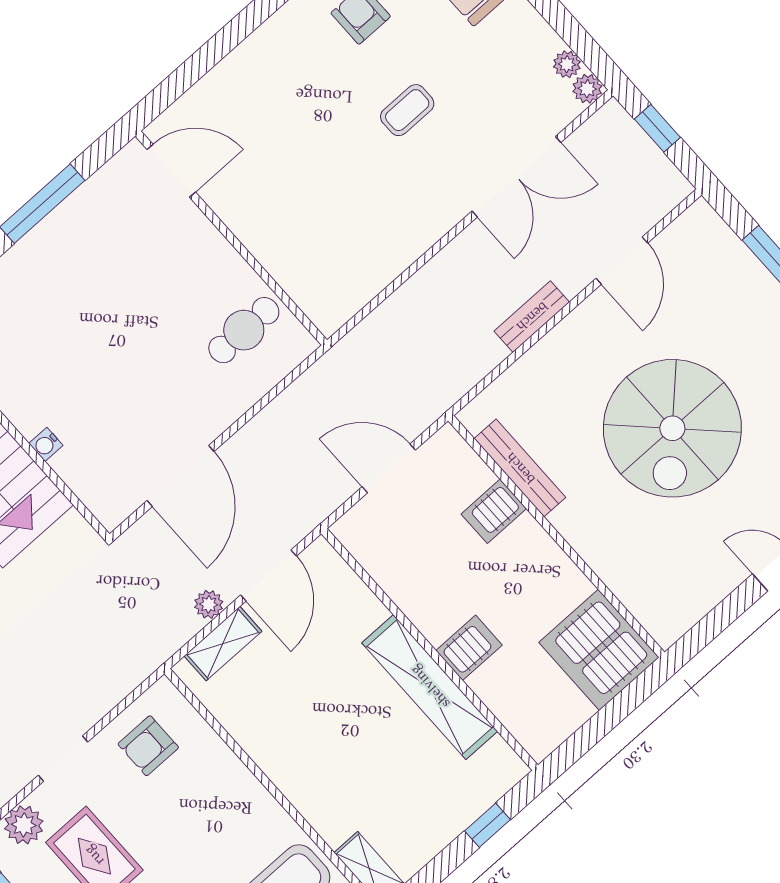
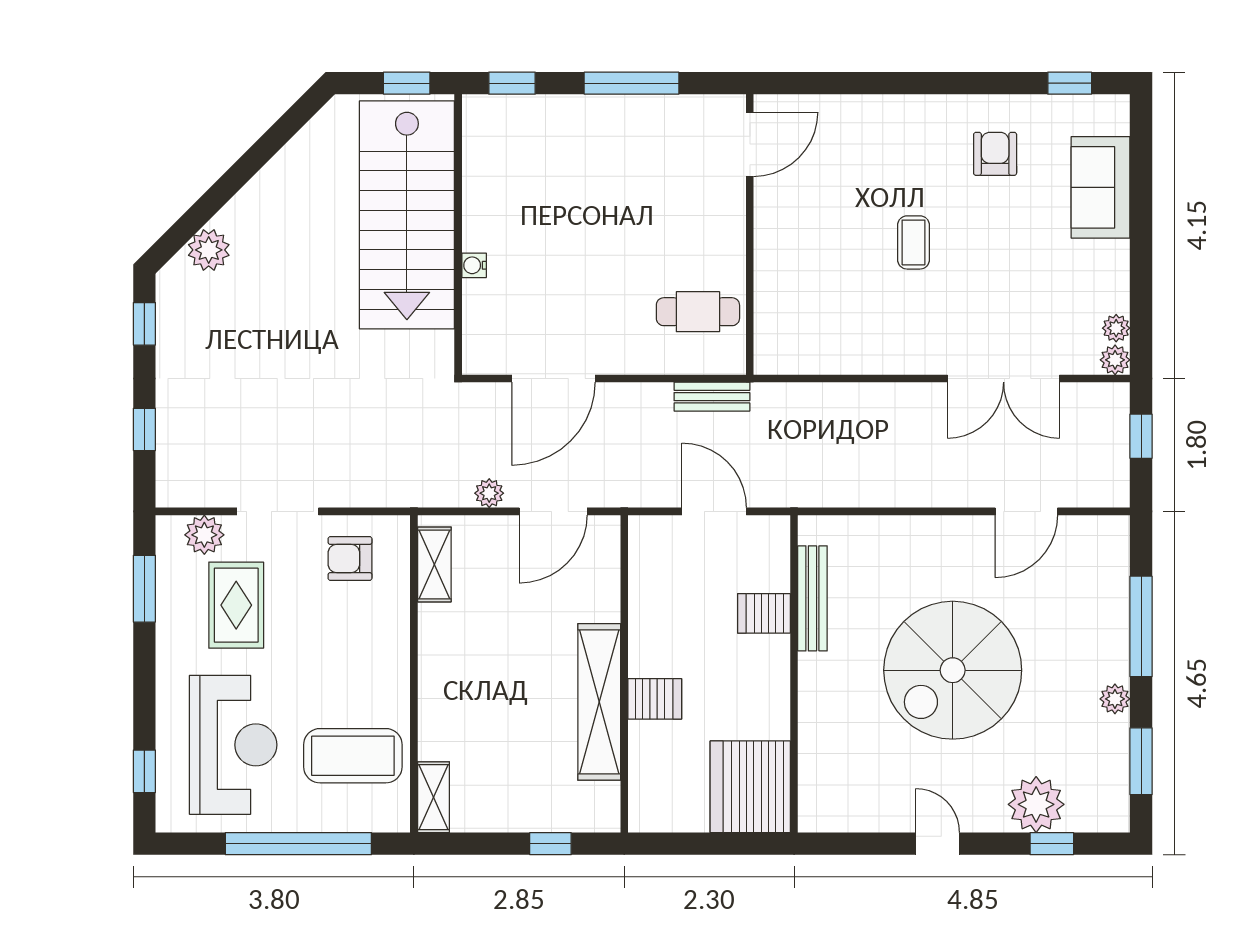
coffee table: (407, 110) -> (914, 242), moved, turned 90
door: (171, 171) -> (750, 144), hinge flipped
bench: (532, 317) -> (712, 397), moved
shelving: (223, 644) -> (434, 564), moved, turned 90
doorway: (63, 759) -> (278, 511), width x1.38

